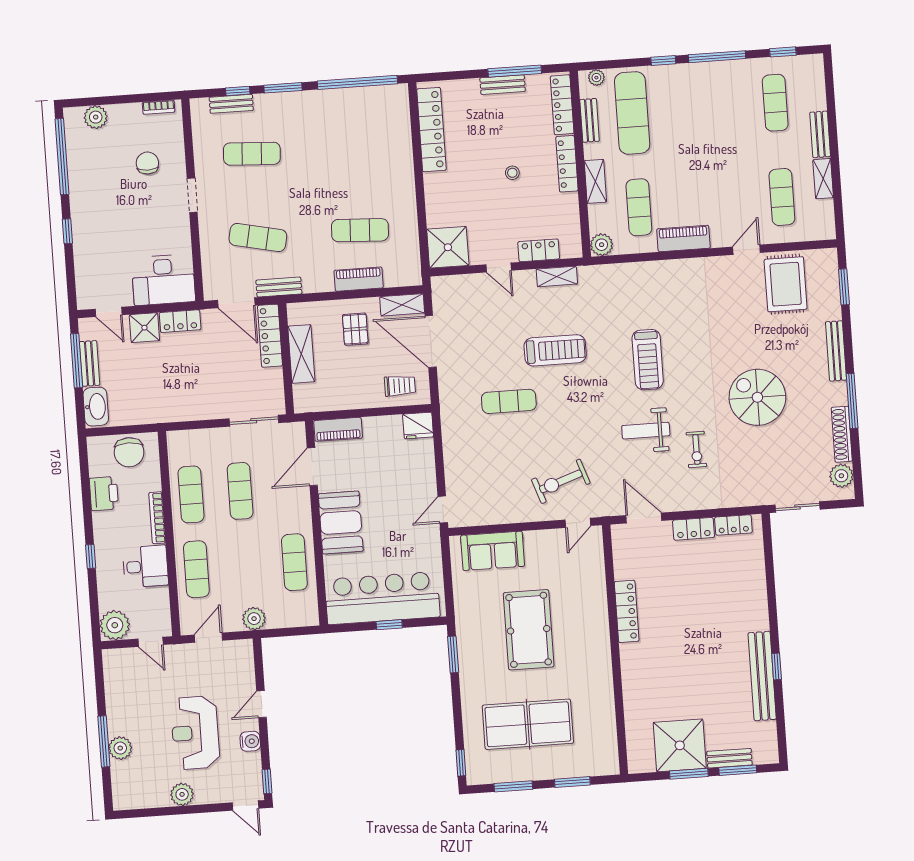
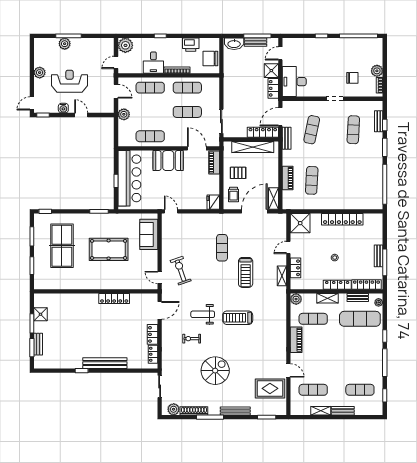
plant: (96, 117) -> (377, 71), moved
locker: (431, 130) -> (342, 219), moved
pallet: (355, 329) -> (238, 173), moved
shelving: (301, 354) -> (253, 147), width x1.47
weight bench: (646, 431) -> (203, 314), turned -90
bench: (762, 676) -> (105, 363), moved
shower: (680, 745) -> (40, 314), width x0.54, depth x0.54

